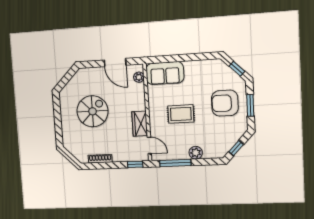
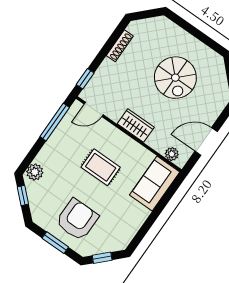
rug: (181, 114) -> (101, 167), turned 90
wardrobe: (140, 124) -> (136, 125), moved
plant: (196, 153) -> (35, 172), moved

